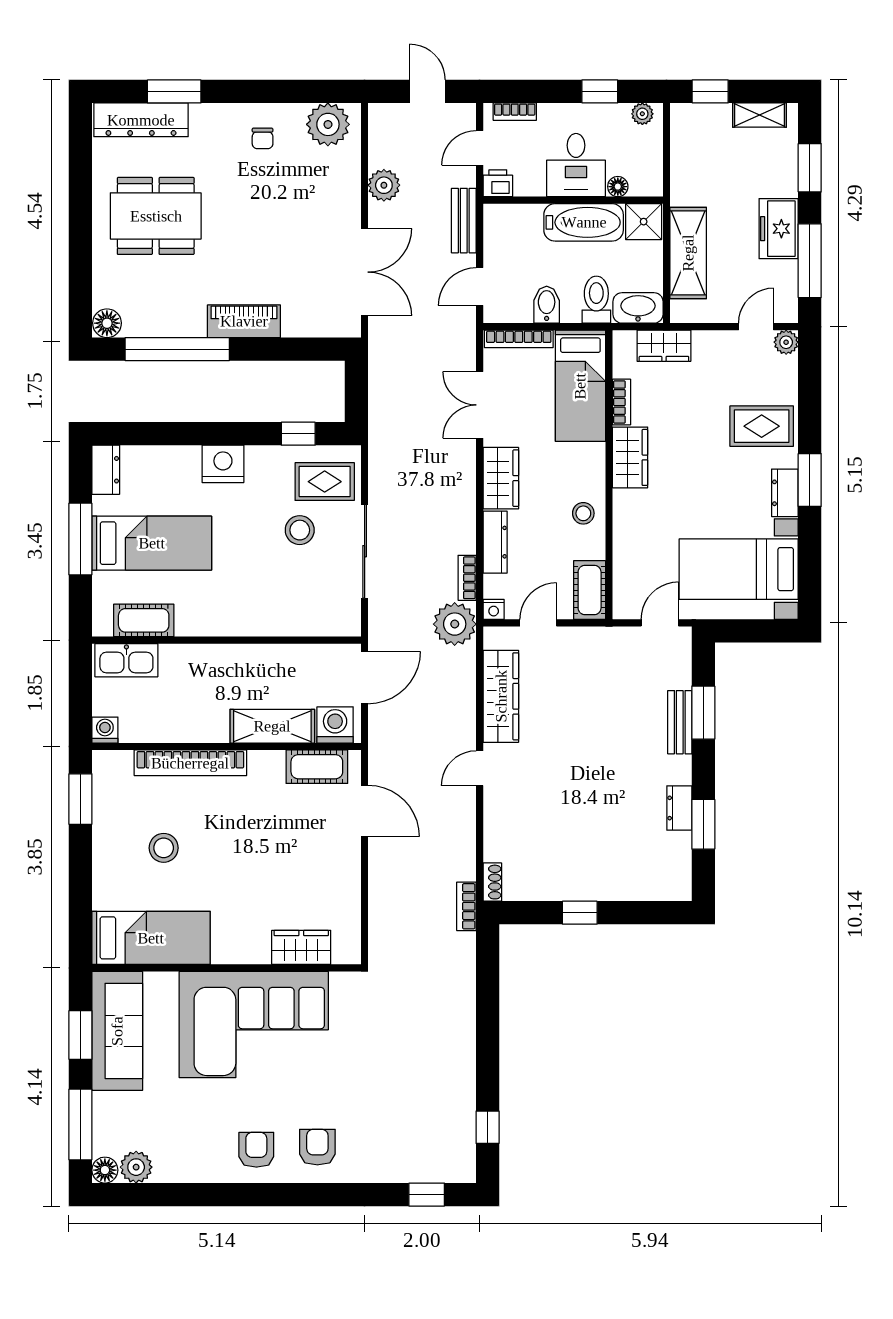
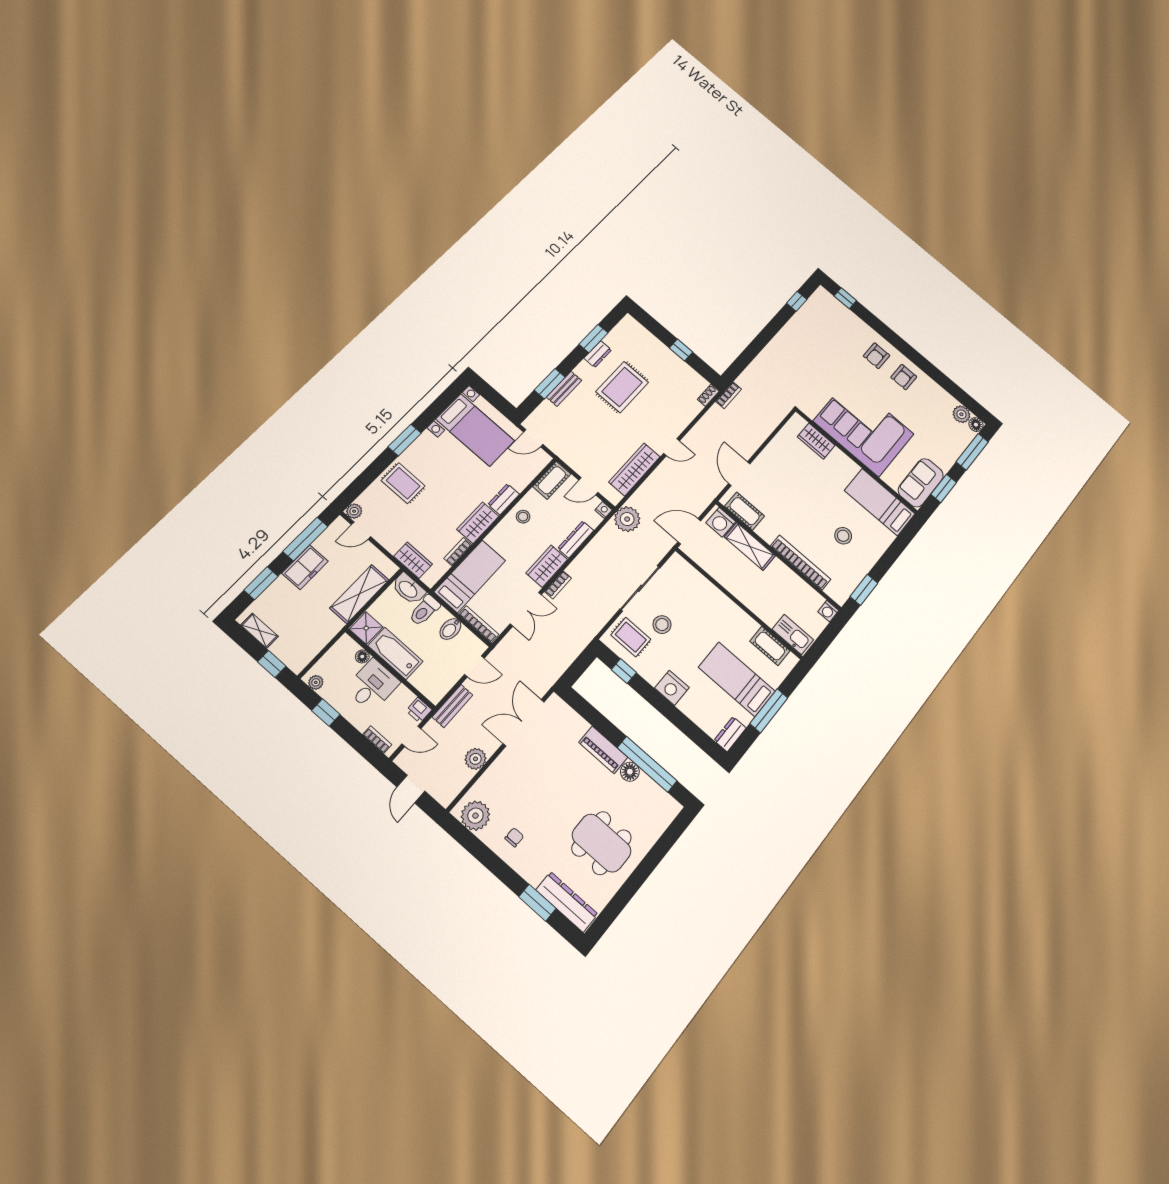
floor lamp: (107, 323) -> (630, 772), moved
dresser: (785, 493) -> (504, 499), moved, turned 180
bookcase: (467, 578) -> (558, 585), moved
rug: (610, 792) -> (622, 387), added
sofa: (117, 1031) -> (921, 483), width x0.73

